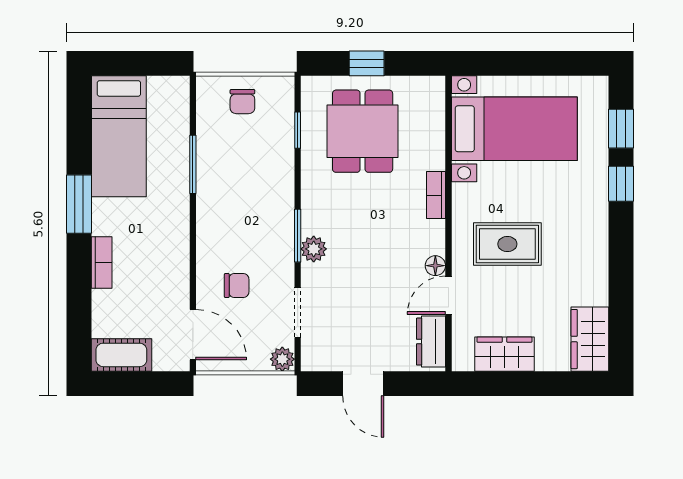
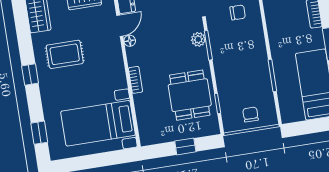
dining table: (363, 131) -> (190, 95), moved
window: (621, 184) -> (30, 75), moved
rug: (507, 244) -> (65, 54), moved
chair: (237, 286) -> (238, 12), turned 180

